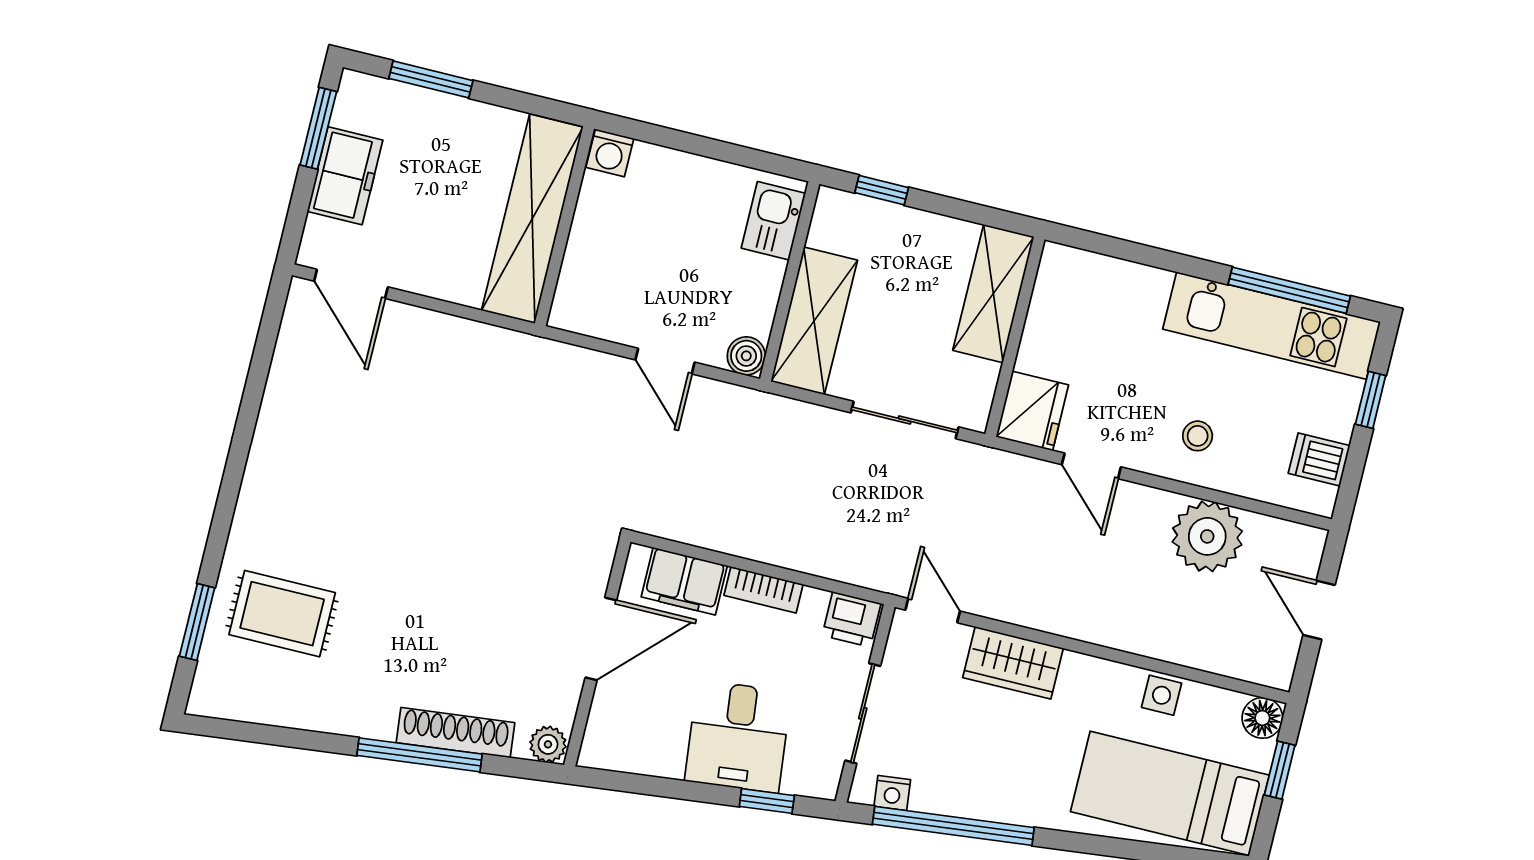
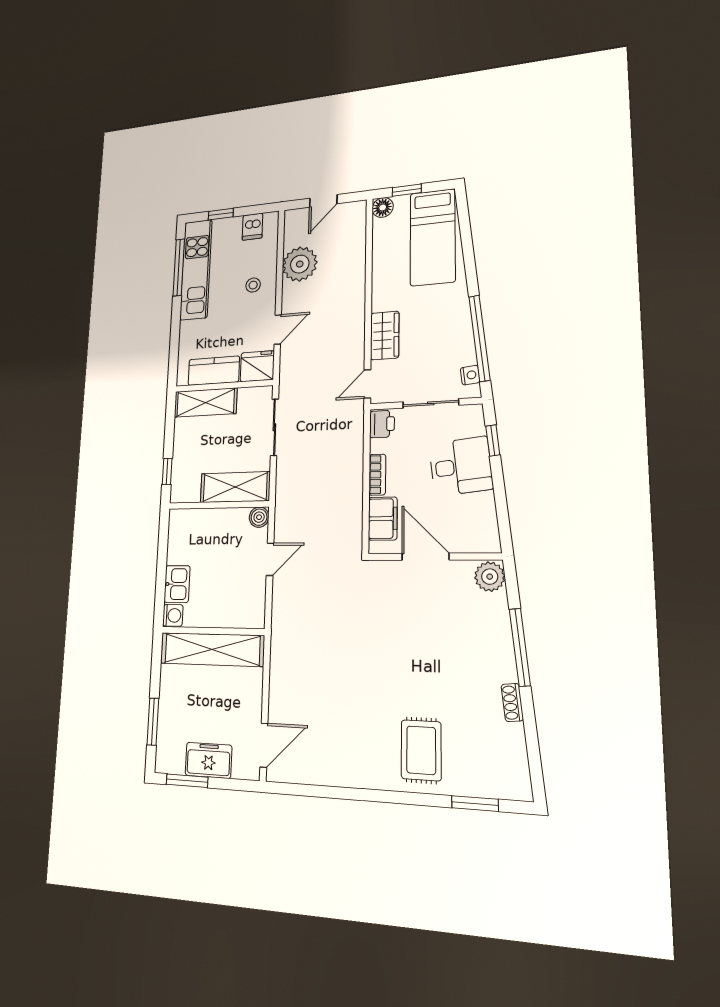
kitchen sink: (773, 221) -> (177, 584), moved, turned -90
kitchen counter: (1051, 322) -> (214, 371), added
rug: (282, 614) -> (421, 750), moved
side table: (1162, 695) -> (383, 258), removed
shoe rack: (455, 733) -> (512, 702), moved, width x0.51, depth x0.81
plant: (548, 744) -> (490, 577), width x1.38, depth x1.38

